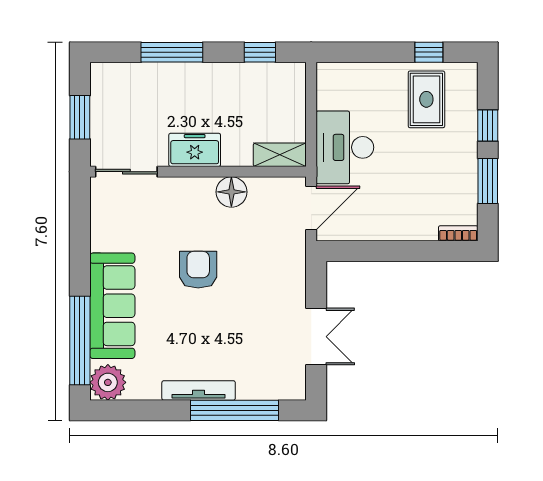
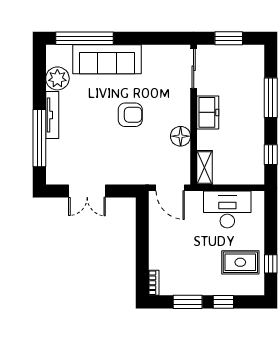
desk: (345, 147) -> (227, 210), moved
plant: (108, 382) -> (57, 78), moved

